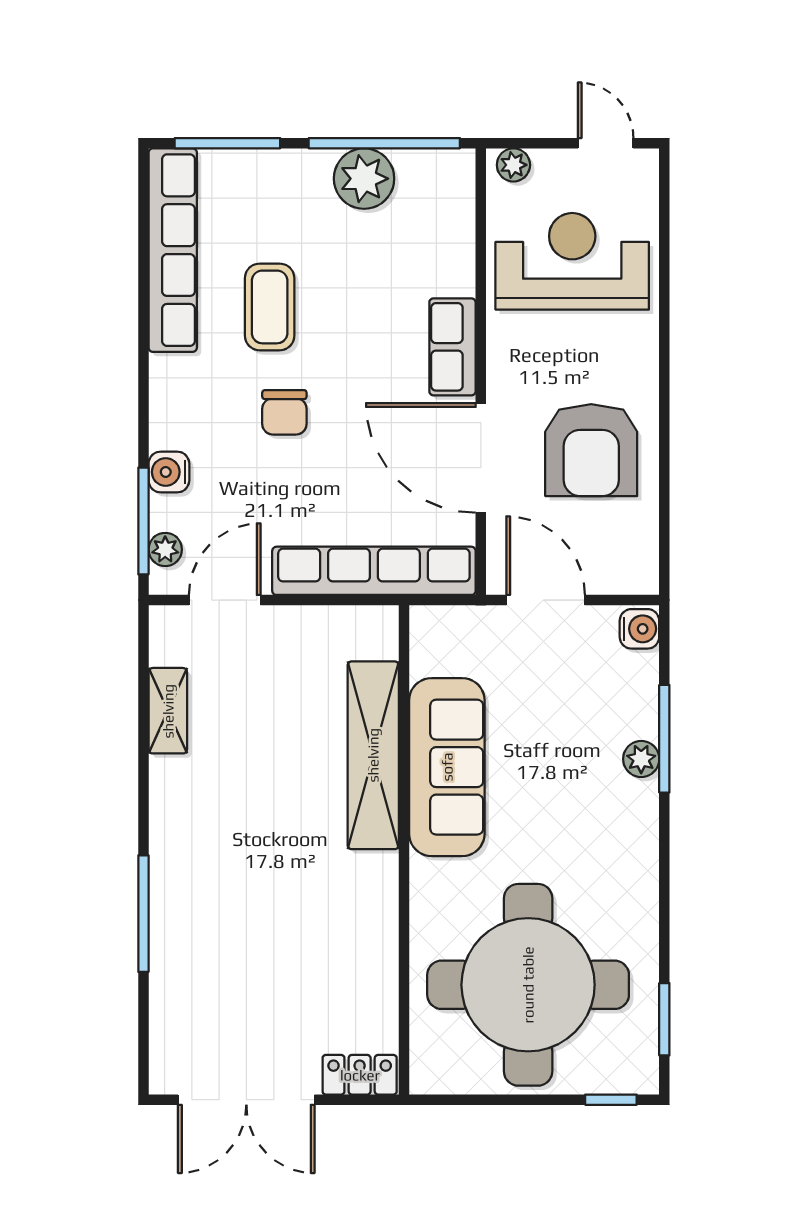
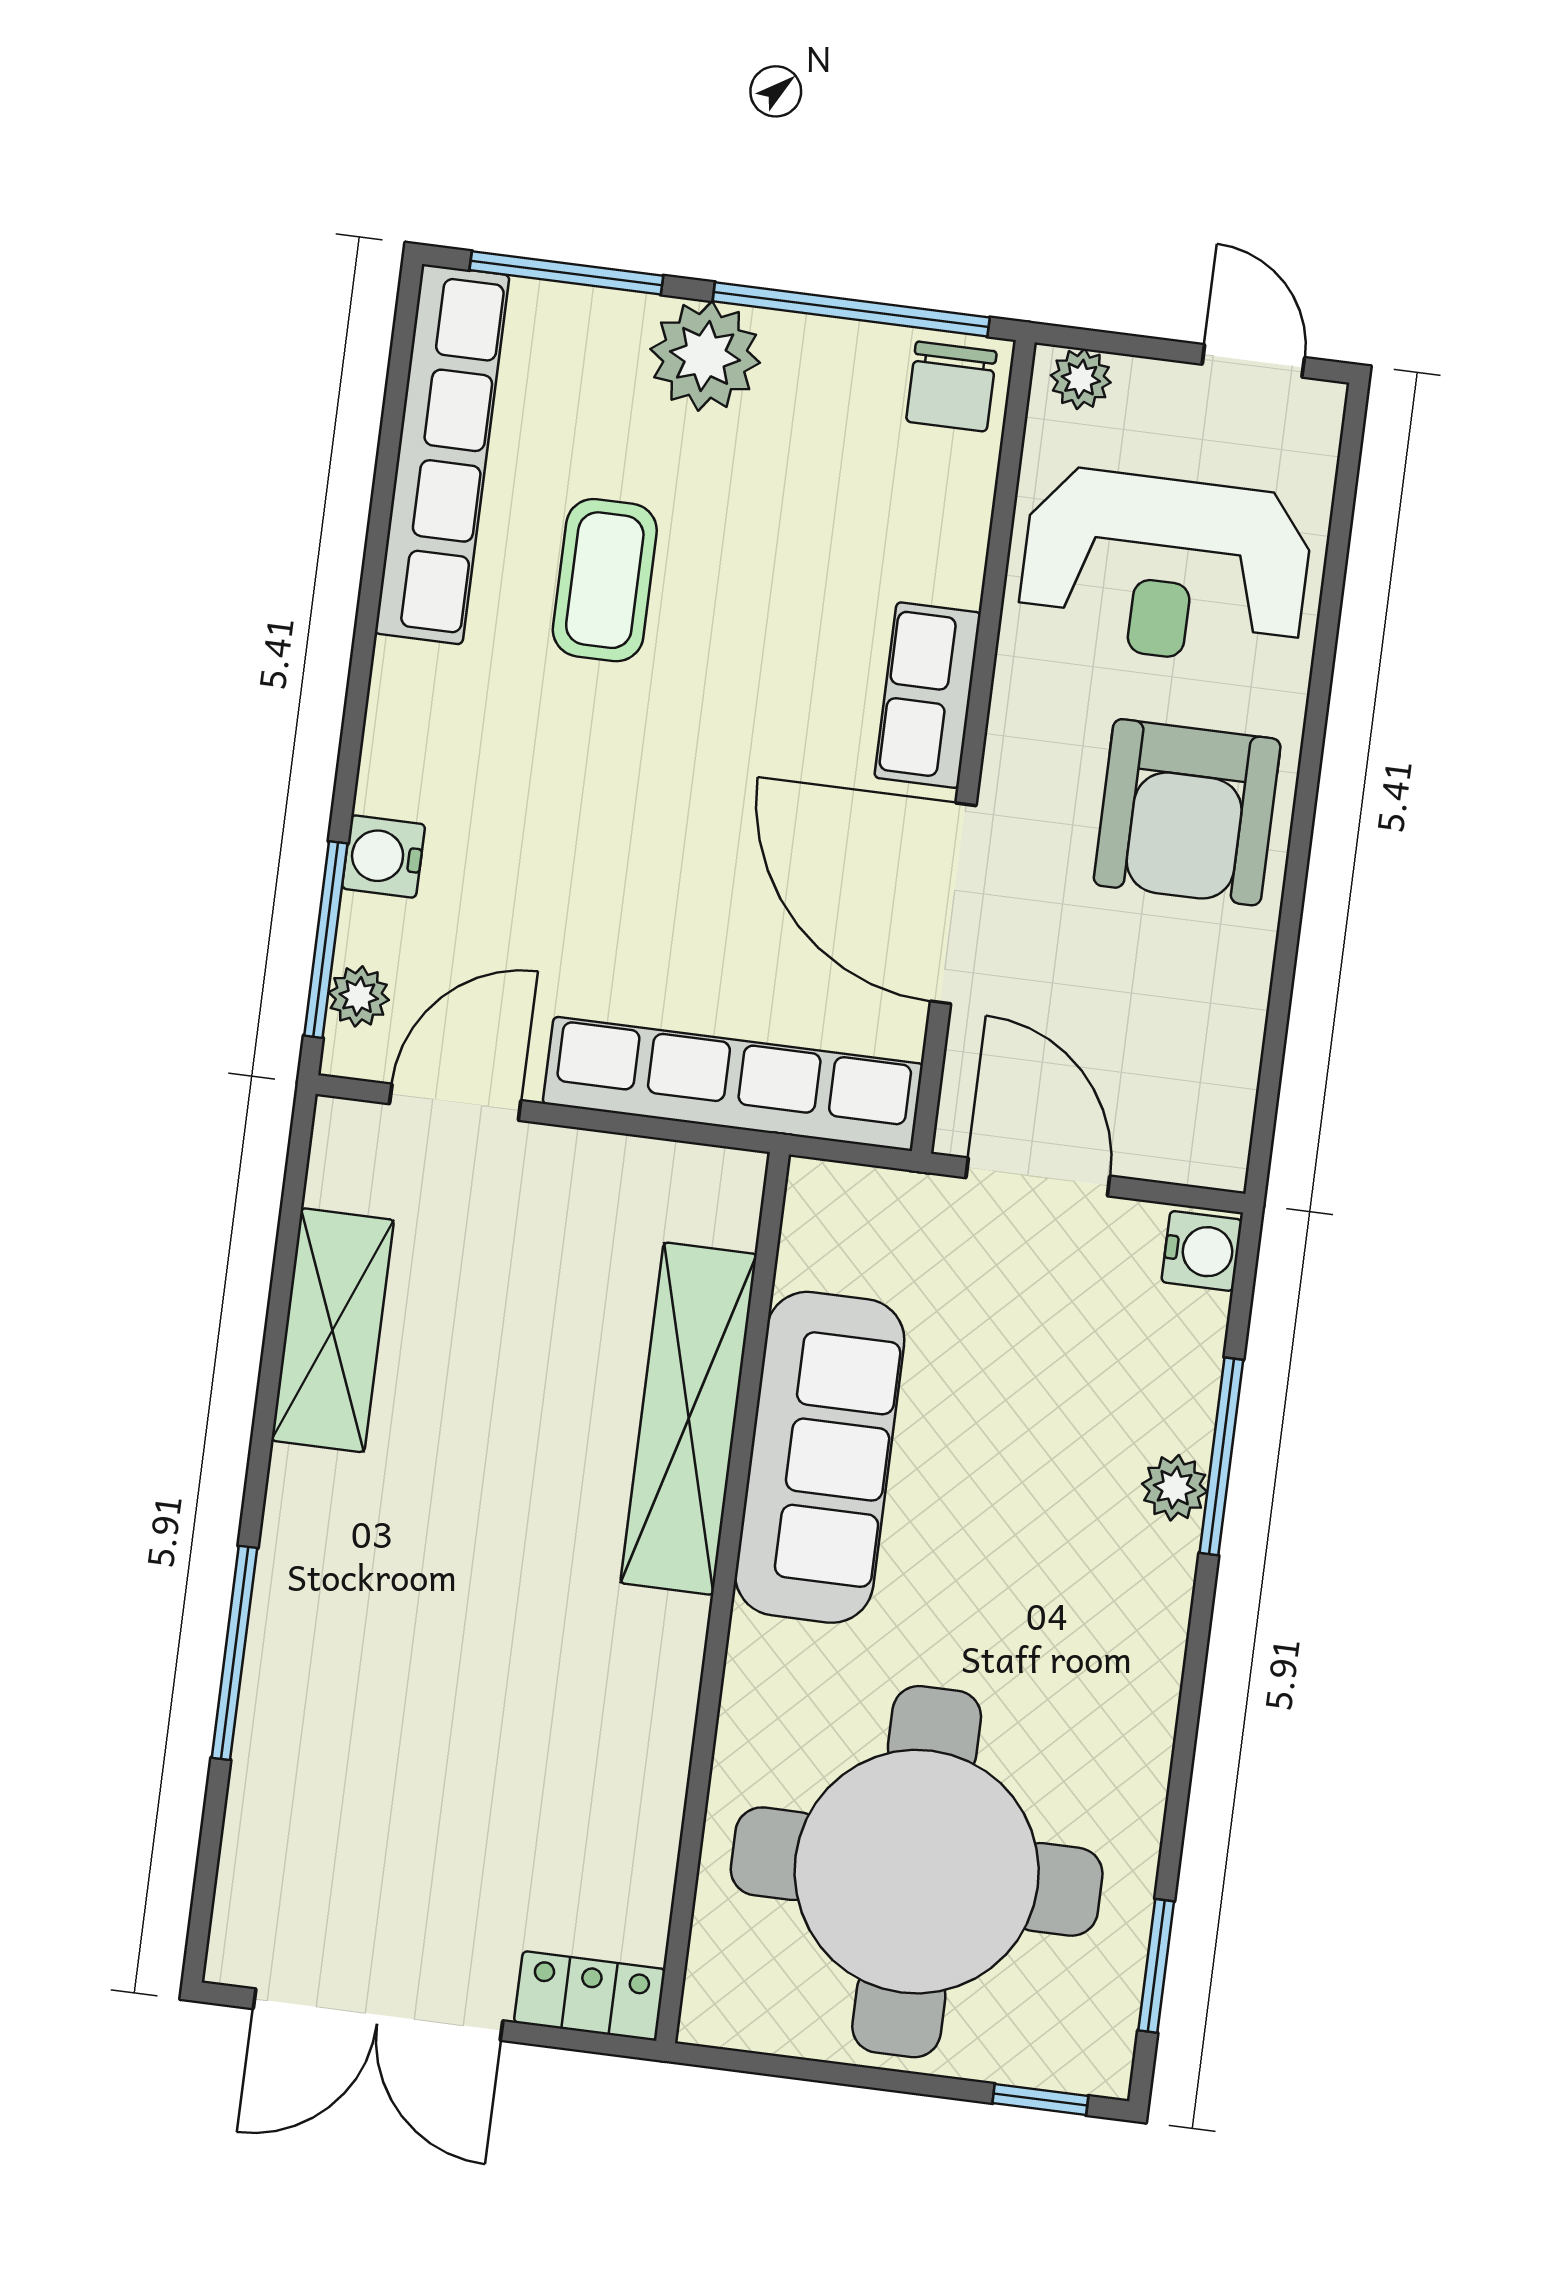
plant: (364, 179) -> (705, 356), moved
reception desk: (572, 261) -> (1165, 568), turned 180
chair: (284, 412) -> (951, 386), moved
armchair: (591, 450) -> (1187, 812), moved
shelving: (168, 711) -> (333, 1330), width x1.50, depth x1.33

